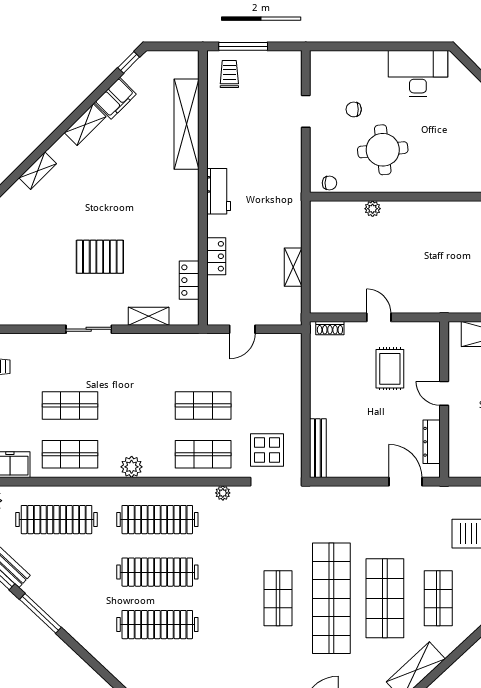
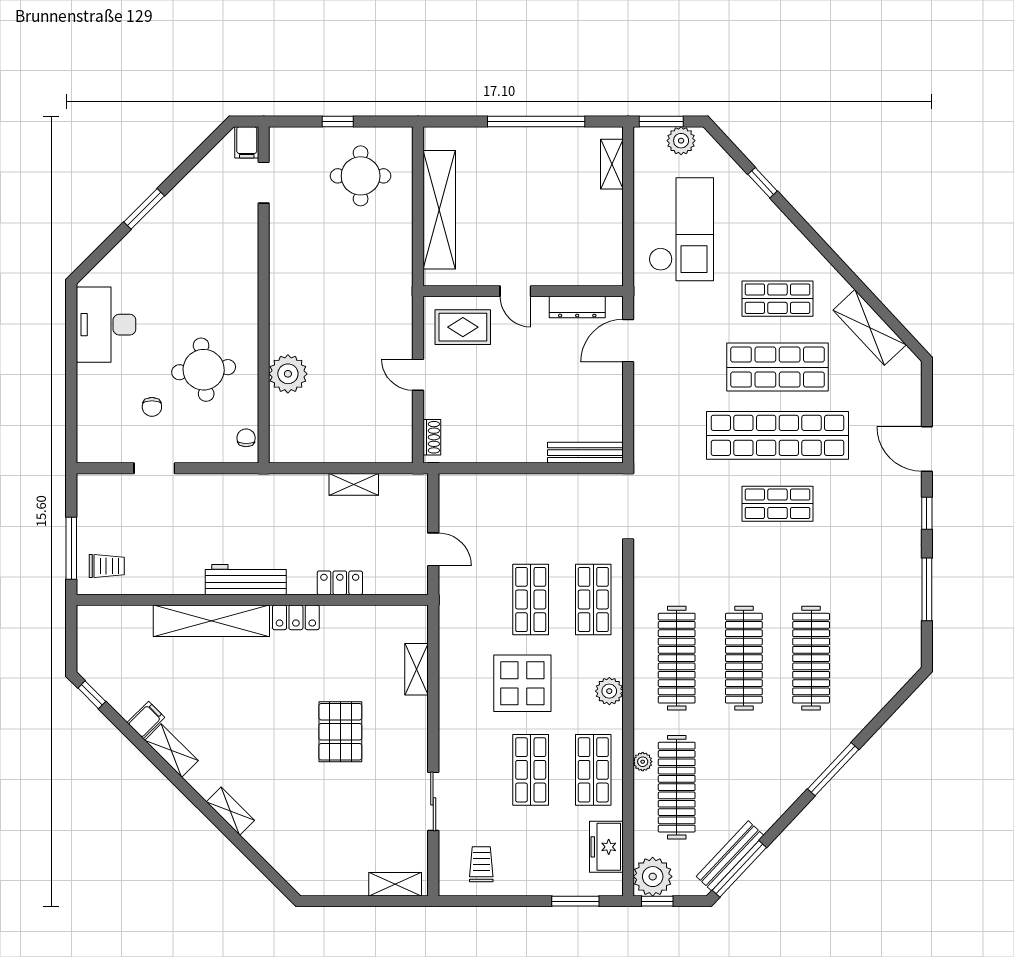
trolley: (229, 74) -> (107, 566), turned 180
filing cabinet: (115, 98) -> (146, 720), width x0.50
shelving: (187, 124) -> (211, 621), moved
workbench: (219, 191) -> (246, 580), width x1.38
plant: (373, 209) -> (288, 374), width x1.88, depth x1.88
locker: (189, 280) -> (296, 617), moved
door: (379, 317) -> (418, 375), hinge flipped
sliding door: (89, 329) -> (433, 801), moved
rug: (390, 369) -> (463, 327), moved
door: (444, 393) -> (515, 291), hinge flipped
display table: (267, 450) -> (522, 683), moved, width x1.36, depth x1.36
plant: (223, 493) -> (643, 762), moved
window: (40, 613) -> (833, 769), moved

